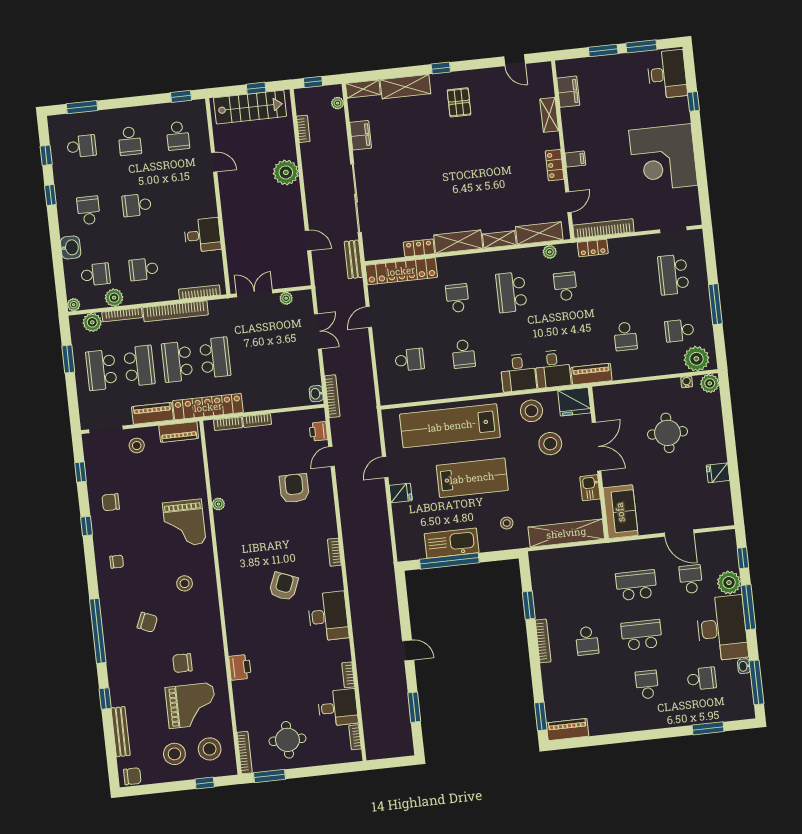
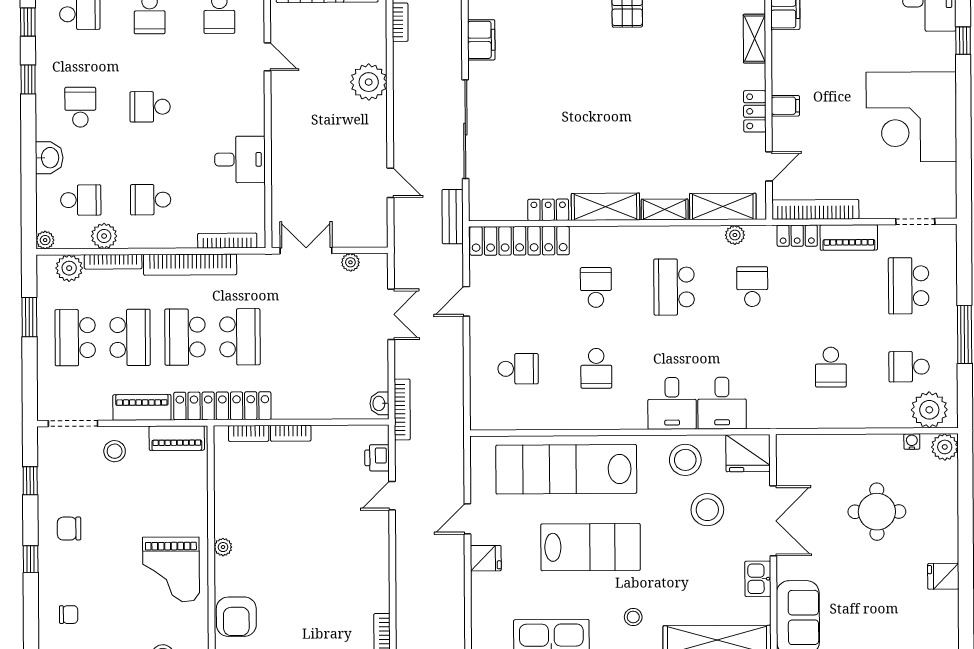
piano: (591, 374) -> (849, 237), moved, turned 180
armchair: (294, 488) -> (236, 617), moved, turned 180

